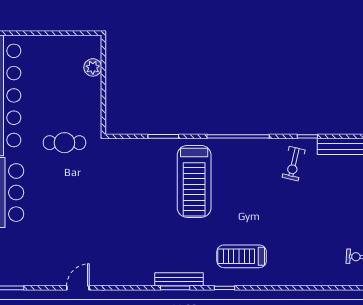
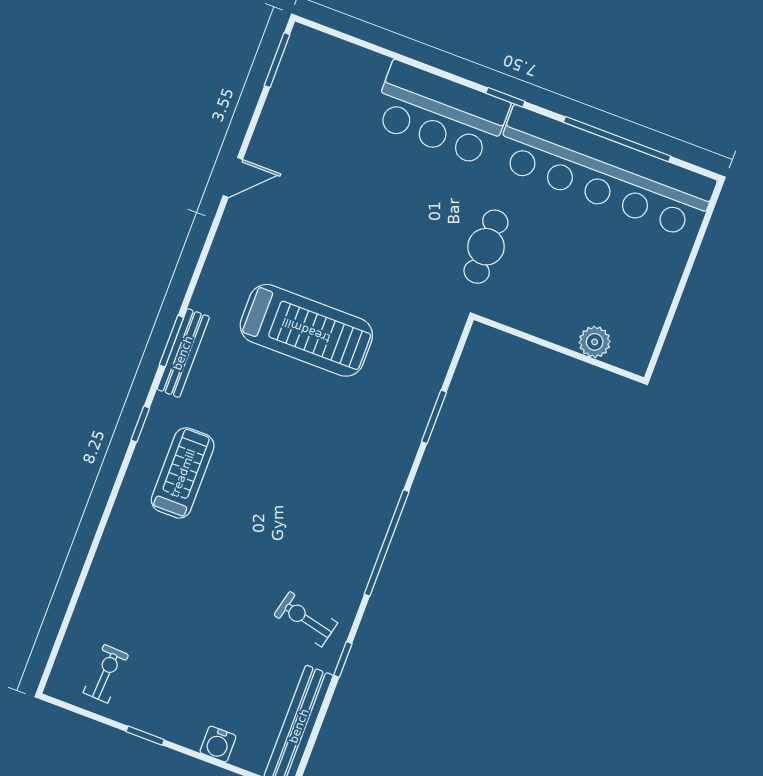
treadmill: (194, 181) -> (306, 330), moved, turned 180
door: (78, 288) -> (233, 177), hinge flipped

